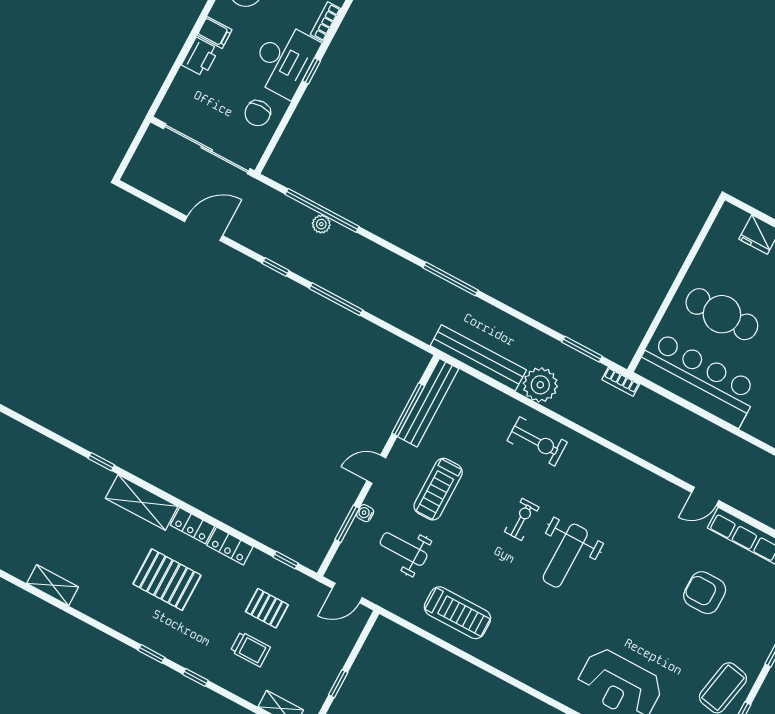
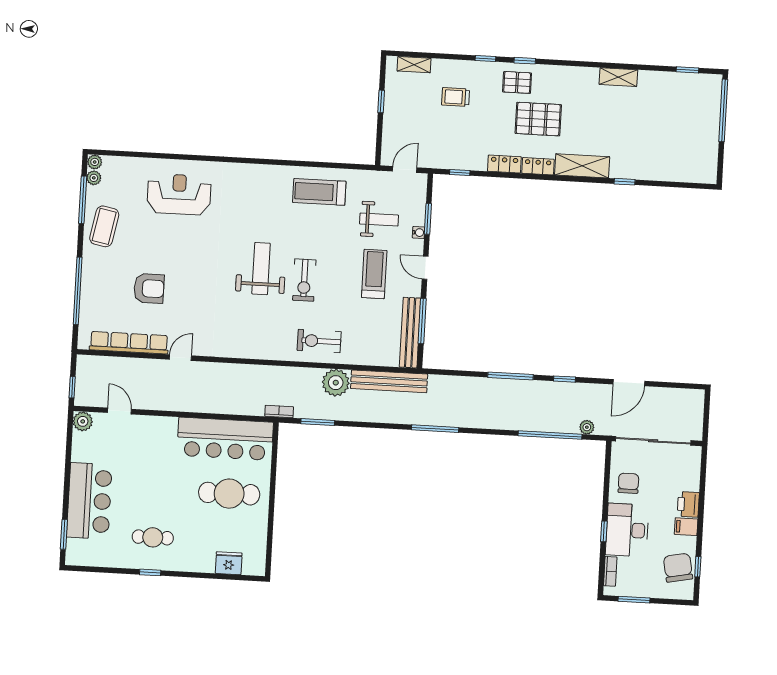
plant: (321, 224) -> (587, 427), moved
door: (376, 469) -> (425, 268), swing flipped
exercise bike: (522, 519) -> (304, 280), width x1.38, depth x1.39
pallet: (267, 608) -> (517, 82), moved

